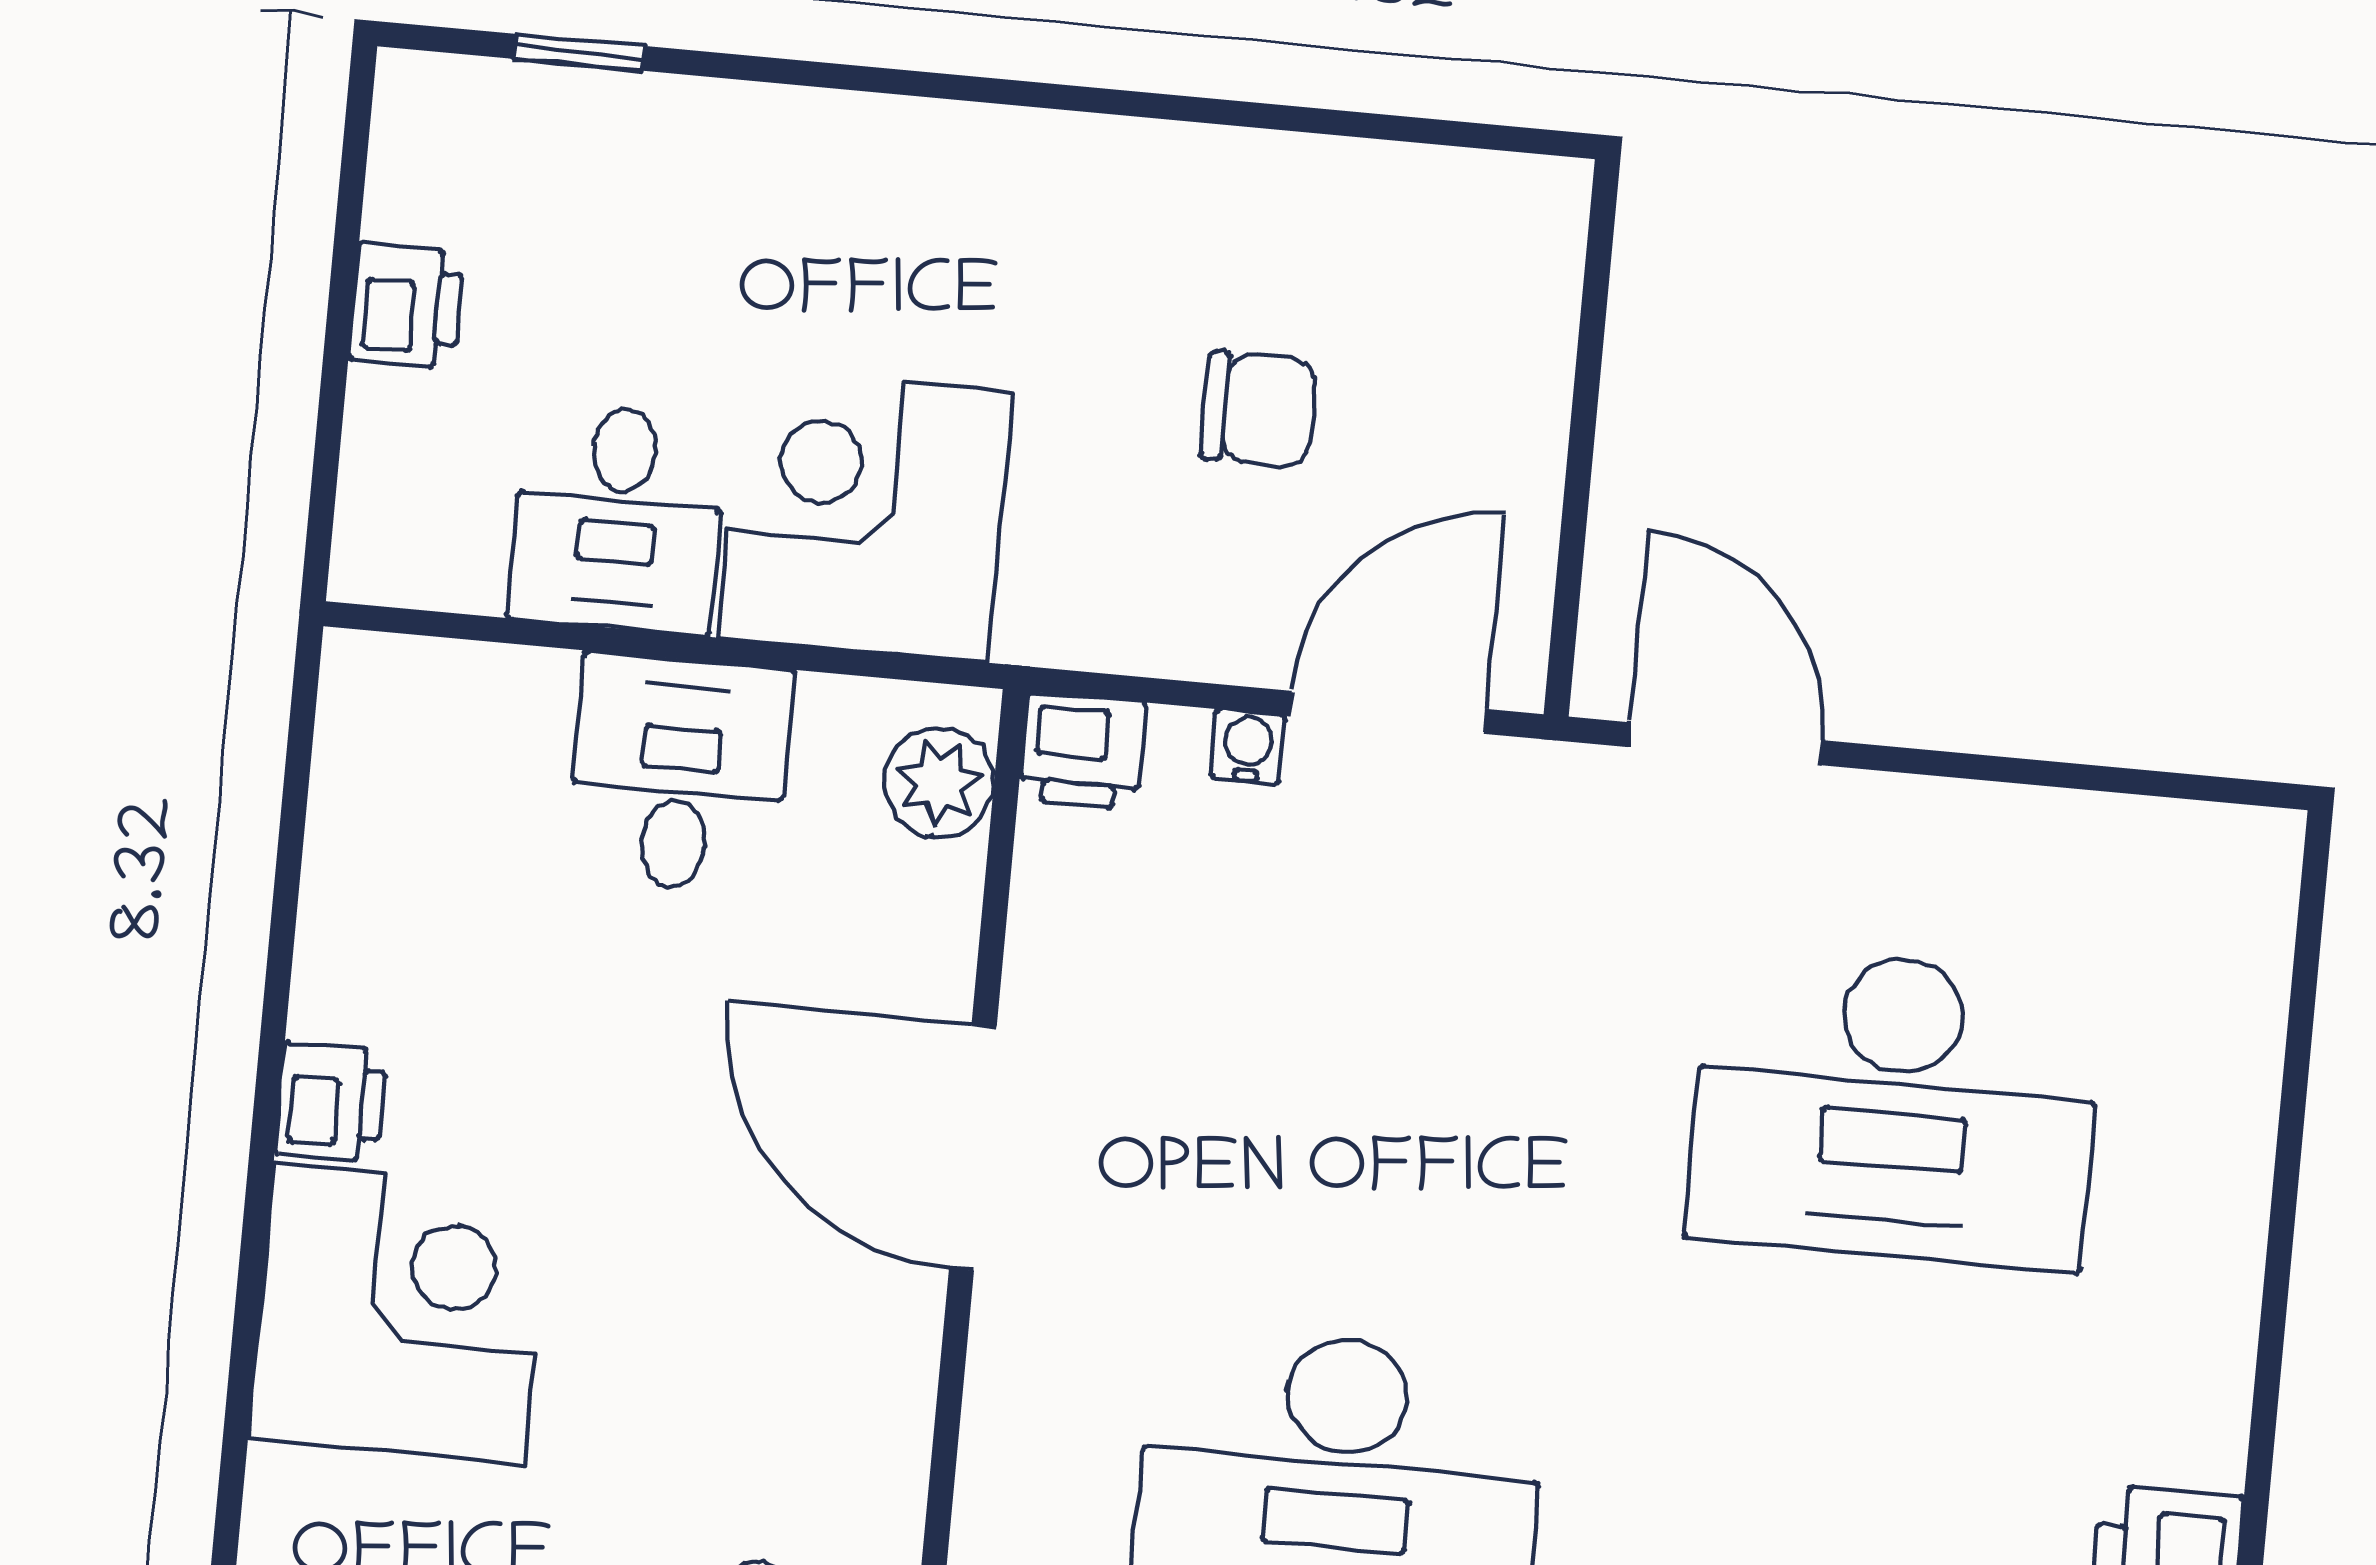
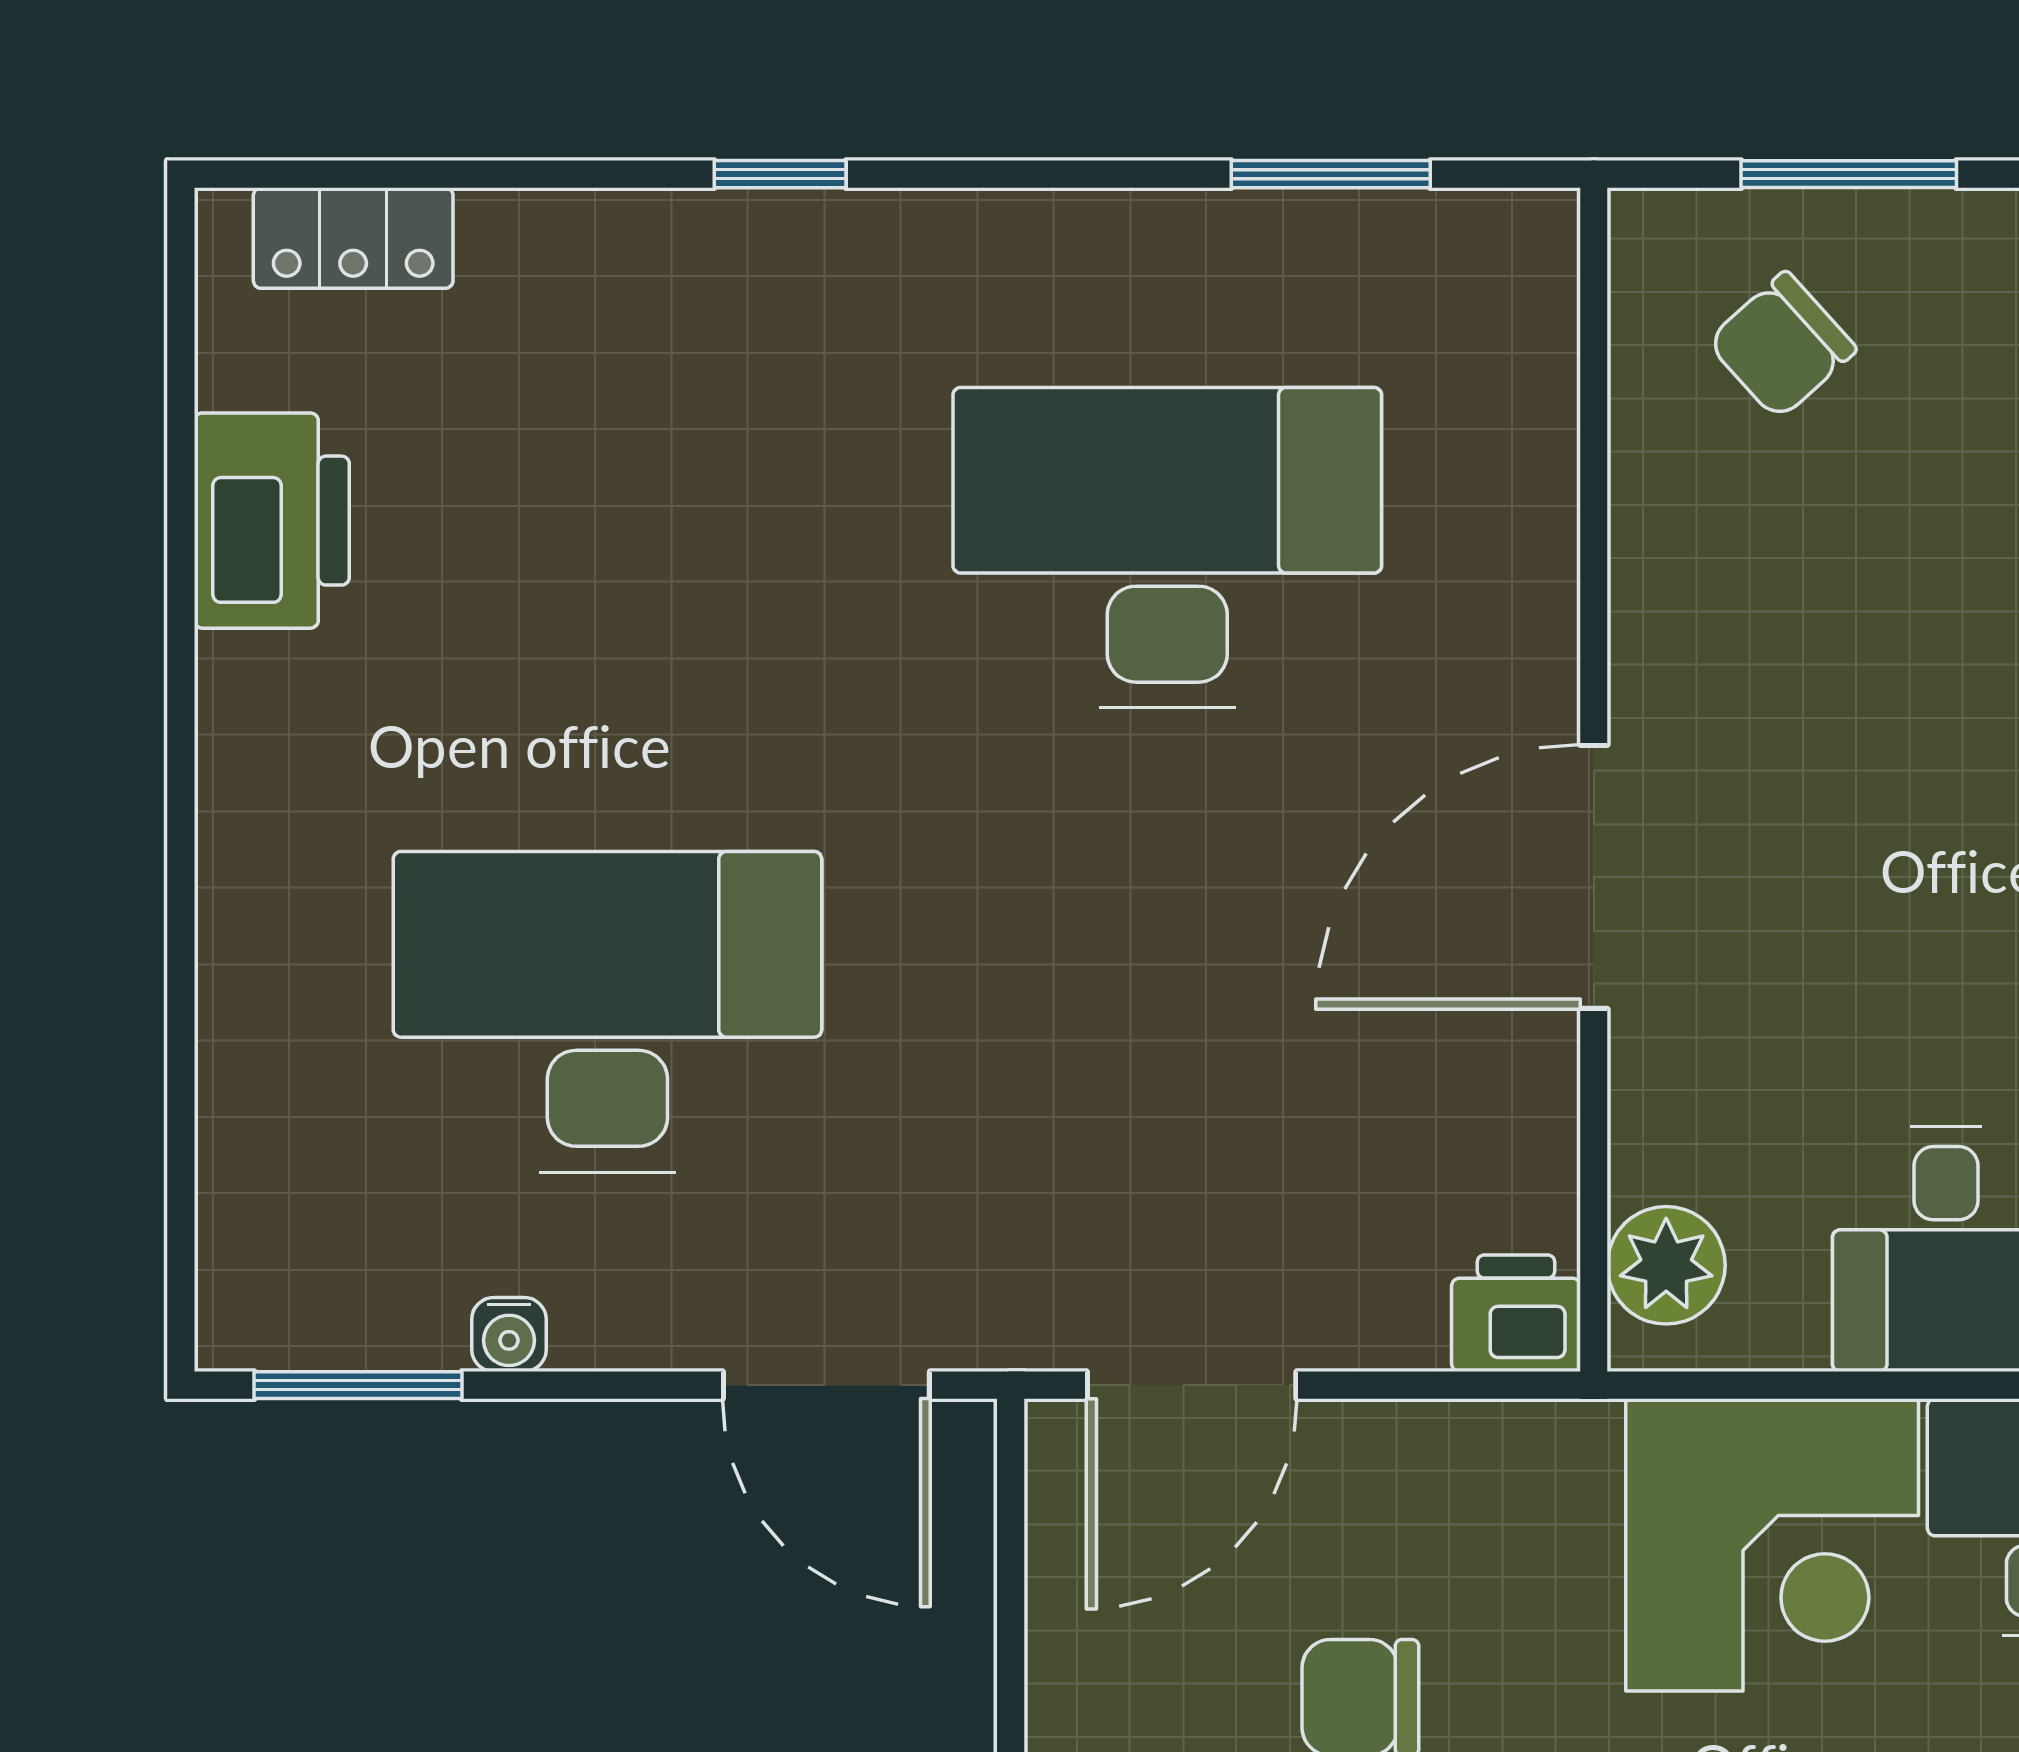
water cooler: (1248, 747) -> (509, 1334), moved
window: (2158, 784) -> (358, 1385), added
door: (973, 1147) -> (1594, 877), swing flipped

